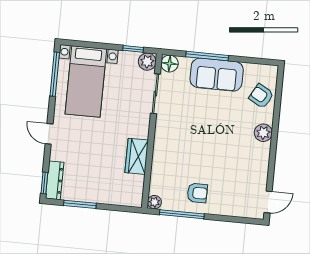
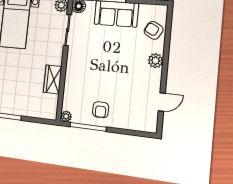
armchair: (197, 193) -> (101, 110), turned 90
door: (268, 202) -> (162, 102), moved

